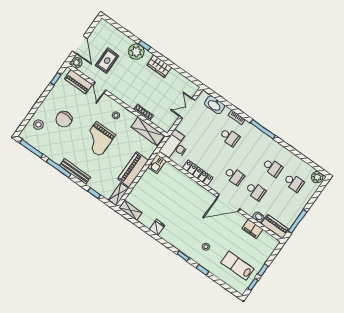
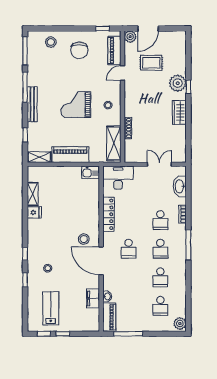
chair: (64, 119) -> (79, 50), moved, turned -90
school desk: (255, 191) -> (160, 249), moved
stool: (203, 204) -> (84, 239), added
shelving: (130, 210) -> (33, 194), moved

